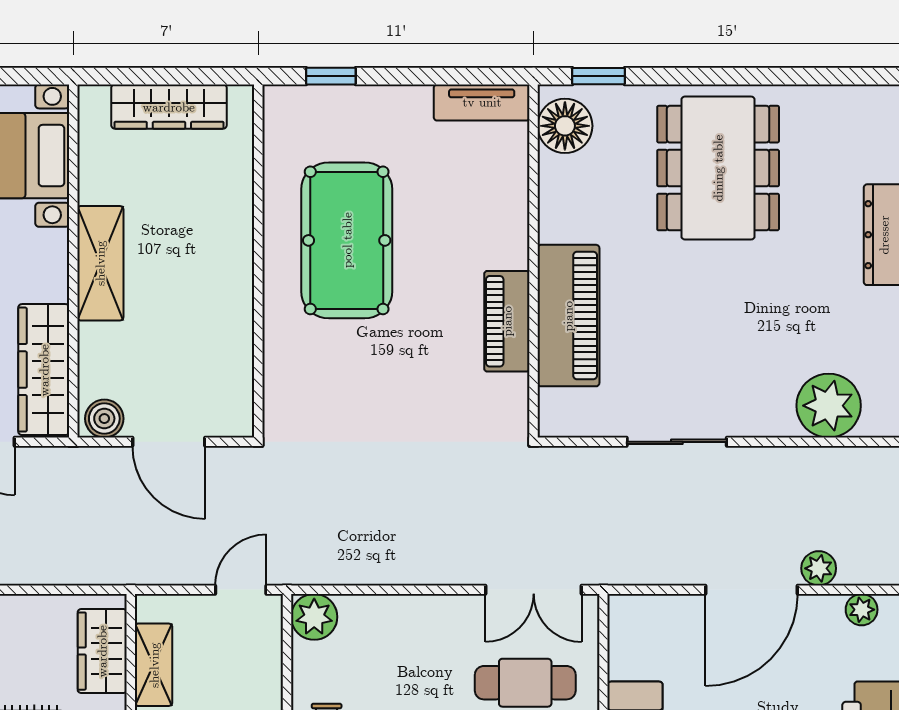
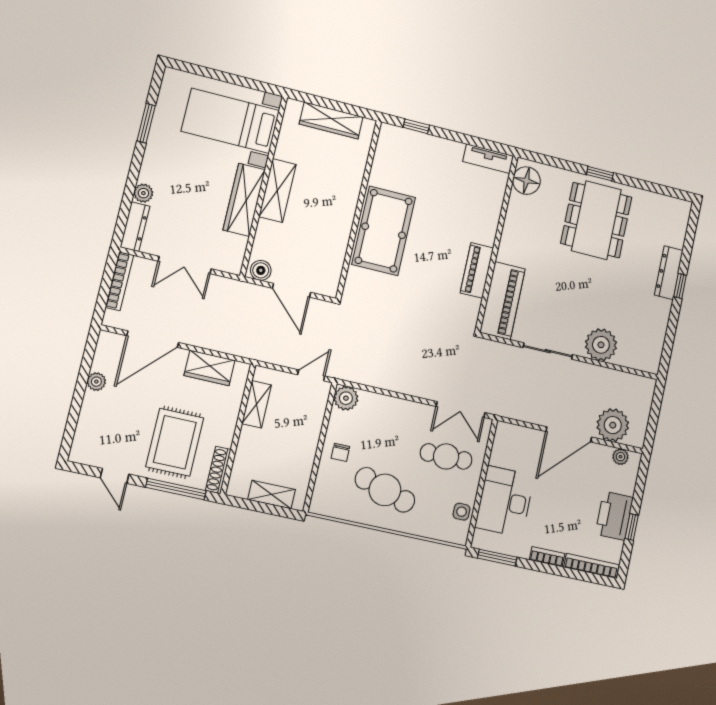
window: (599, 76) -> (600, 174), moved
pool table: (347, 240) -> (384, 231), moved
piano: (568, 316) -> (502, 301), moved
wardrobe: (44, 370) -> (244, 200), moved
plant: (829, 406) -> (601, 345), moved
plant: (819, 568) -> (613, 425), width x1.88, depth x1.88
wardrobe: (102, 651) -> (209, 368), moved, turned -90

